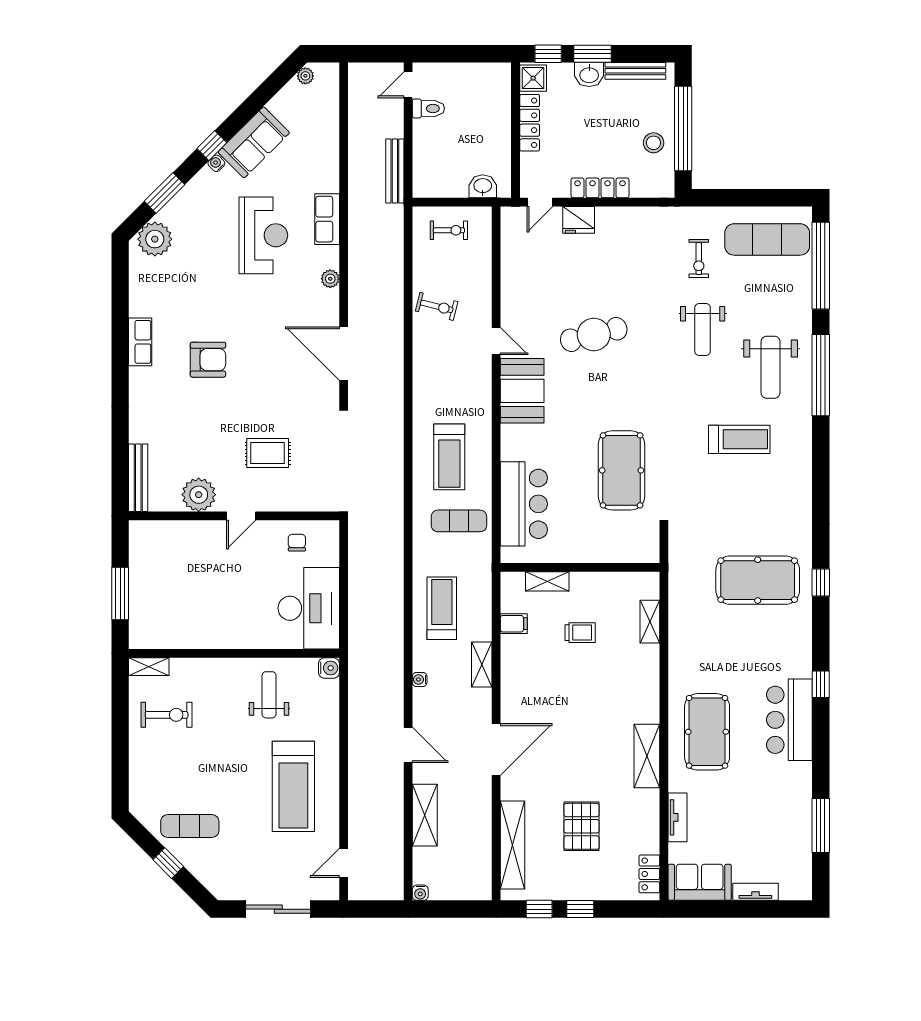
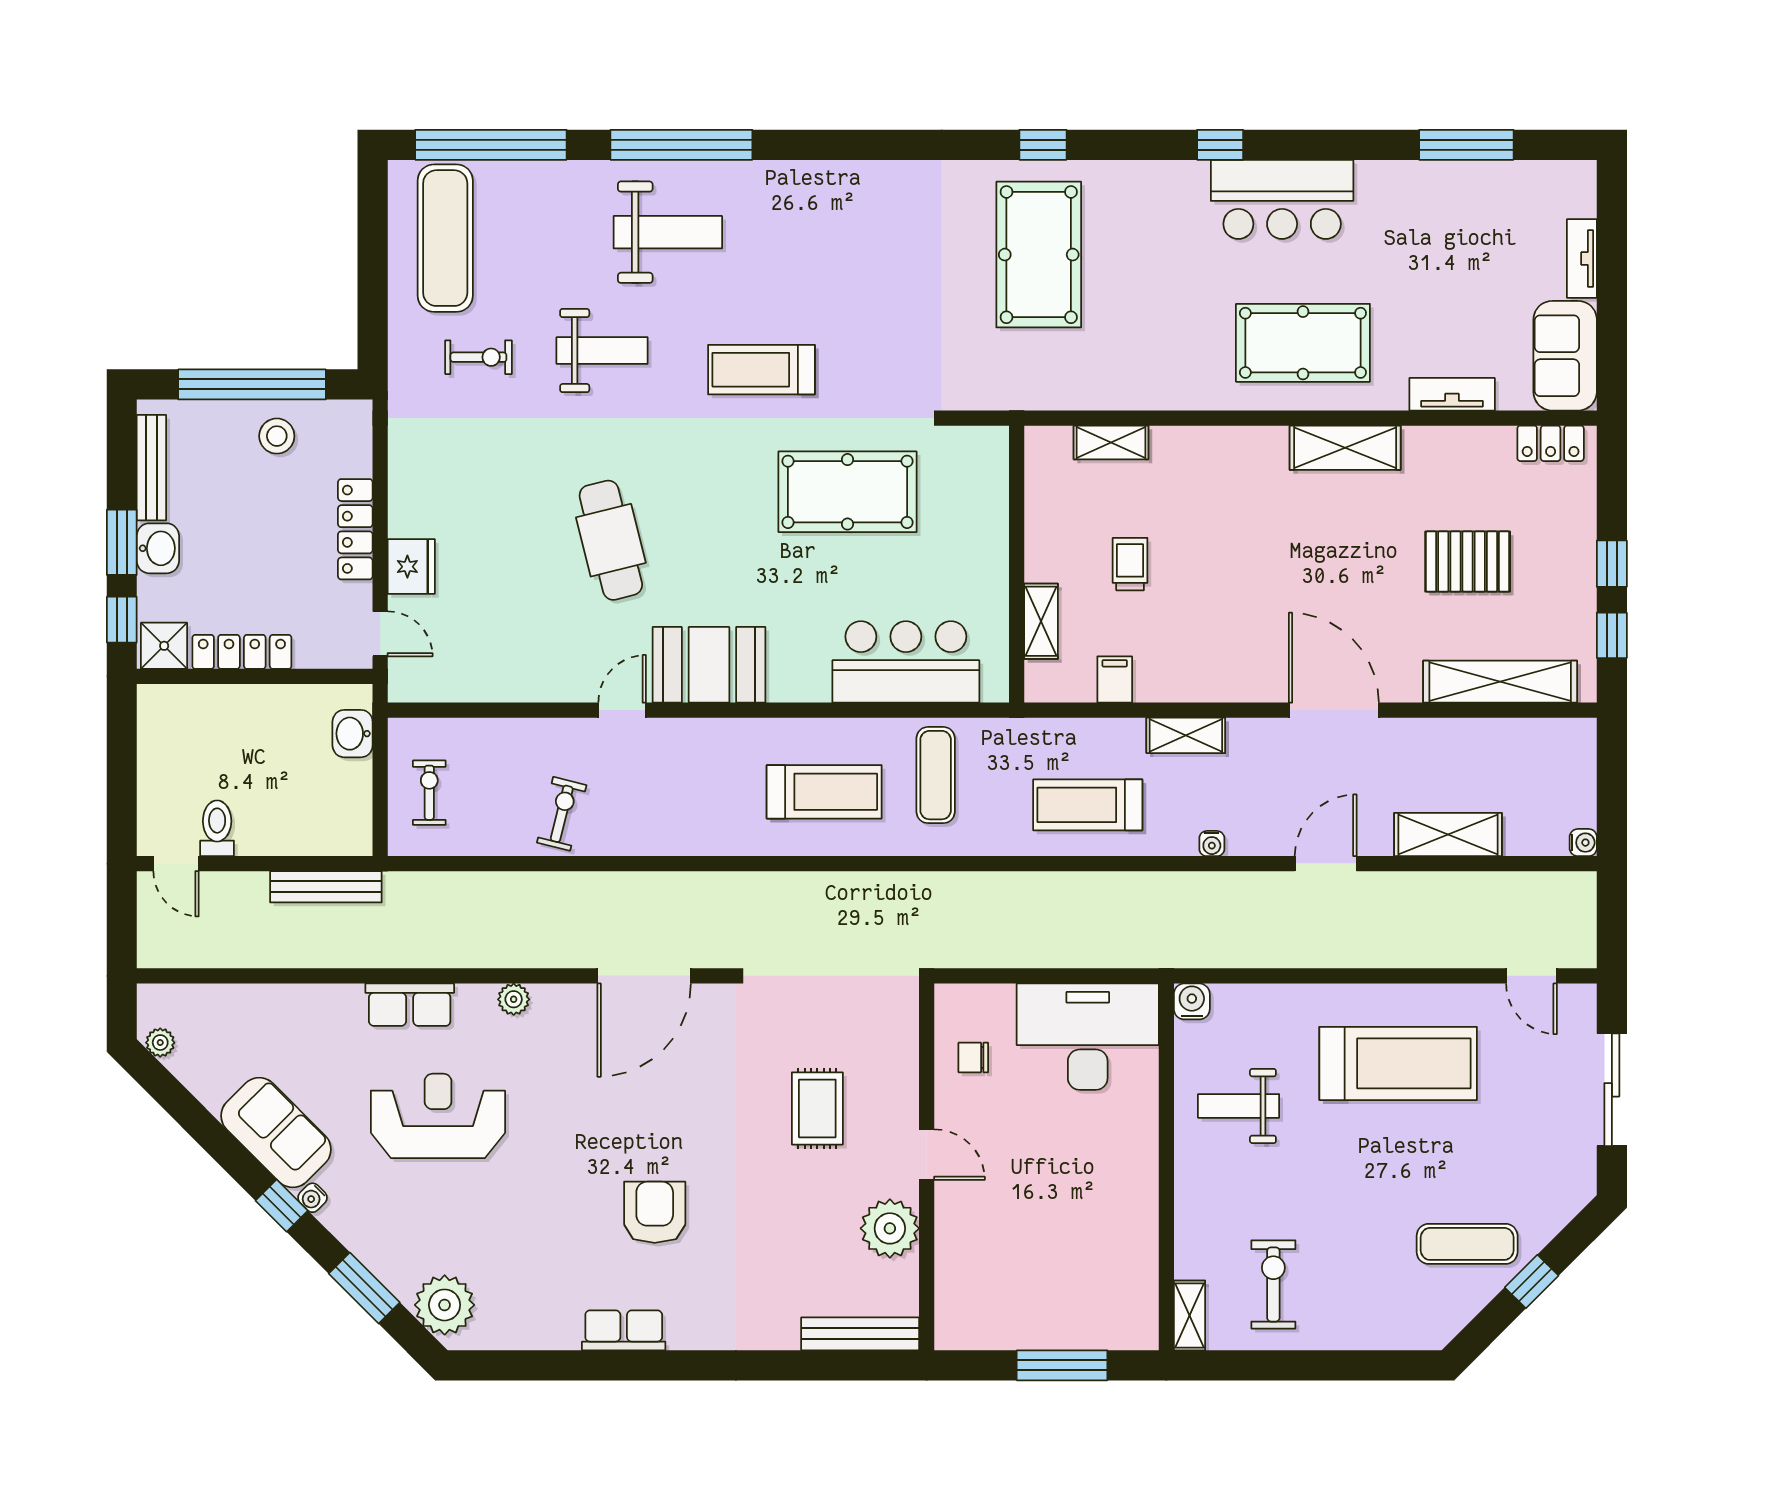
treadmill: (739, 439) -> (761, 370), moved, turned -90
exercise mat: (190, 826) -> (1467, 1244), turned 90

